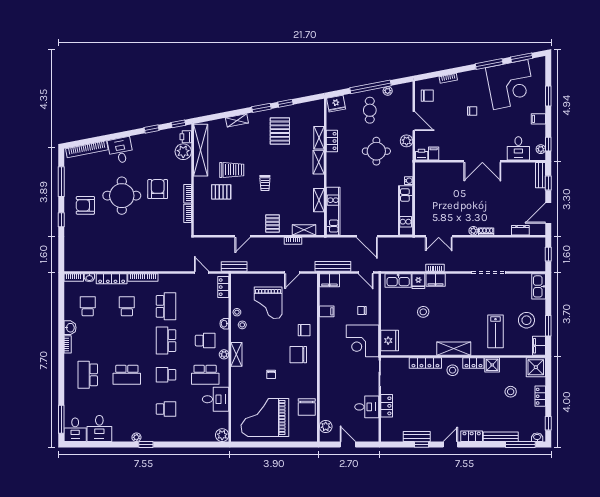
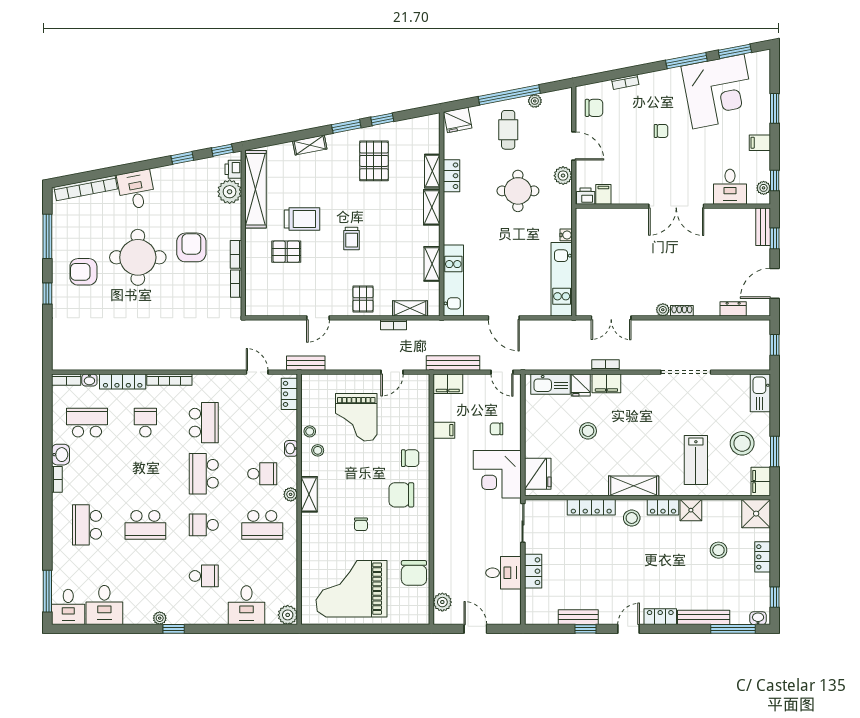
school desk: (88, 306) -> (87, 423), width x1.85
desk: (216, 399) -> (246, 605), moved, turned 90

